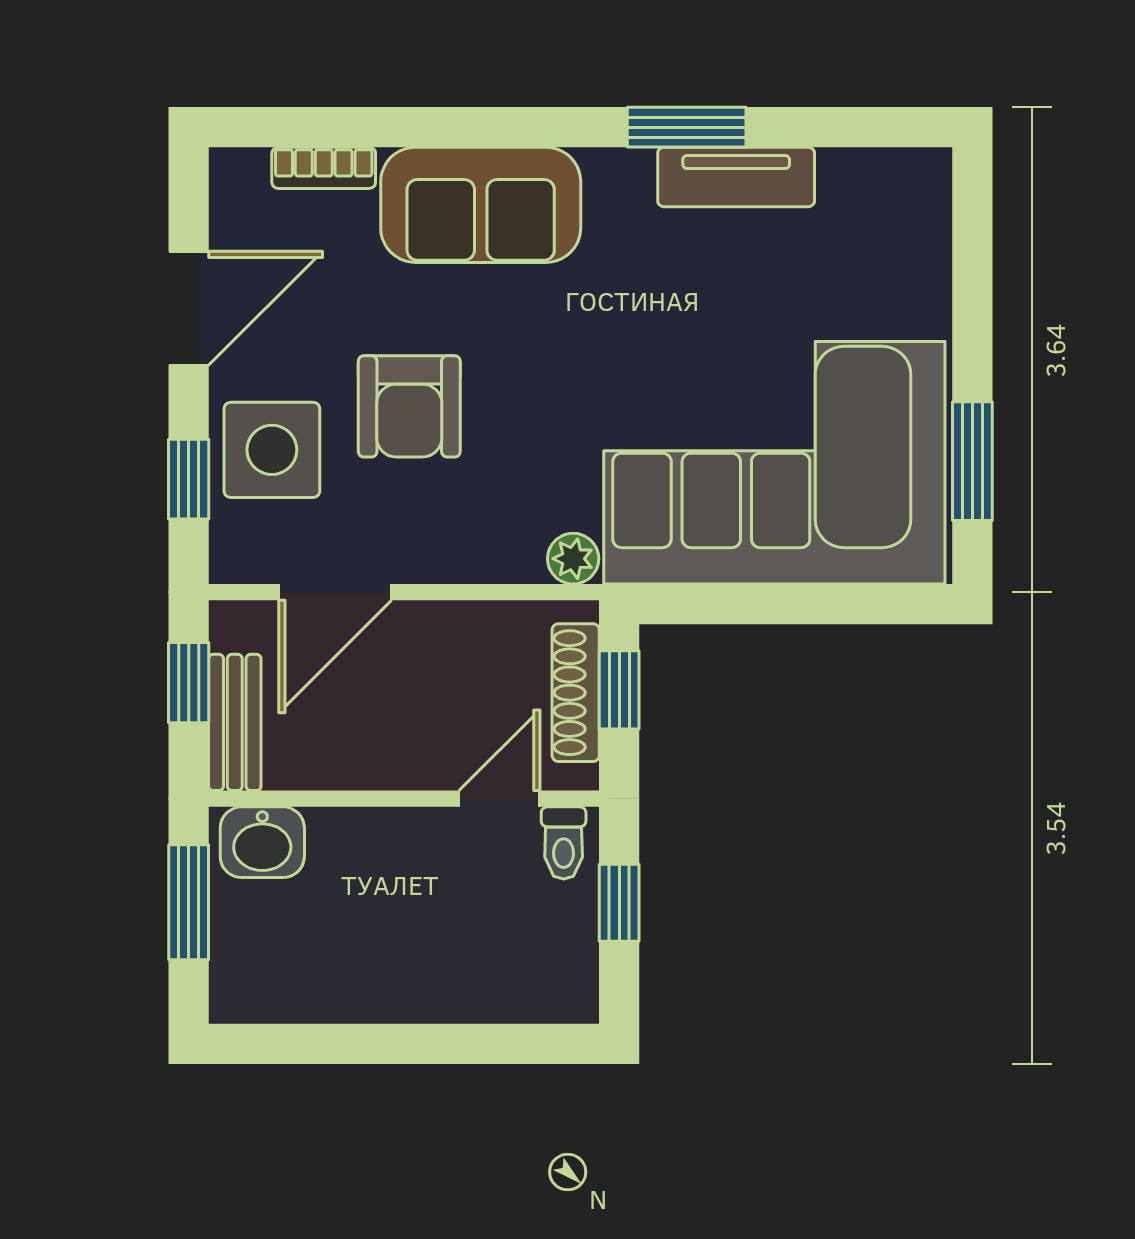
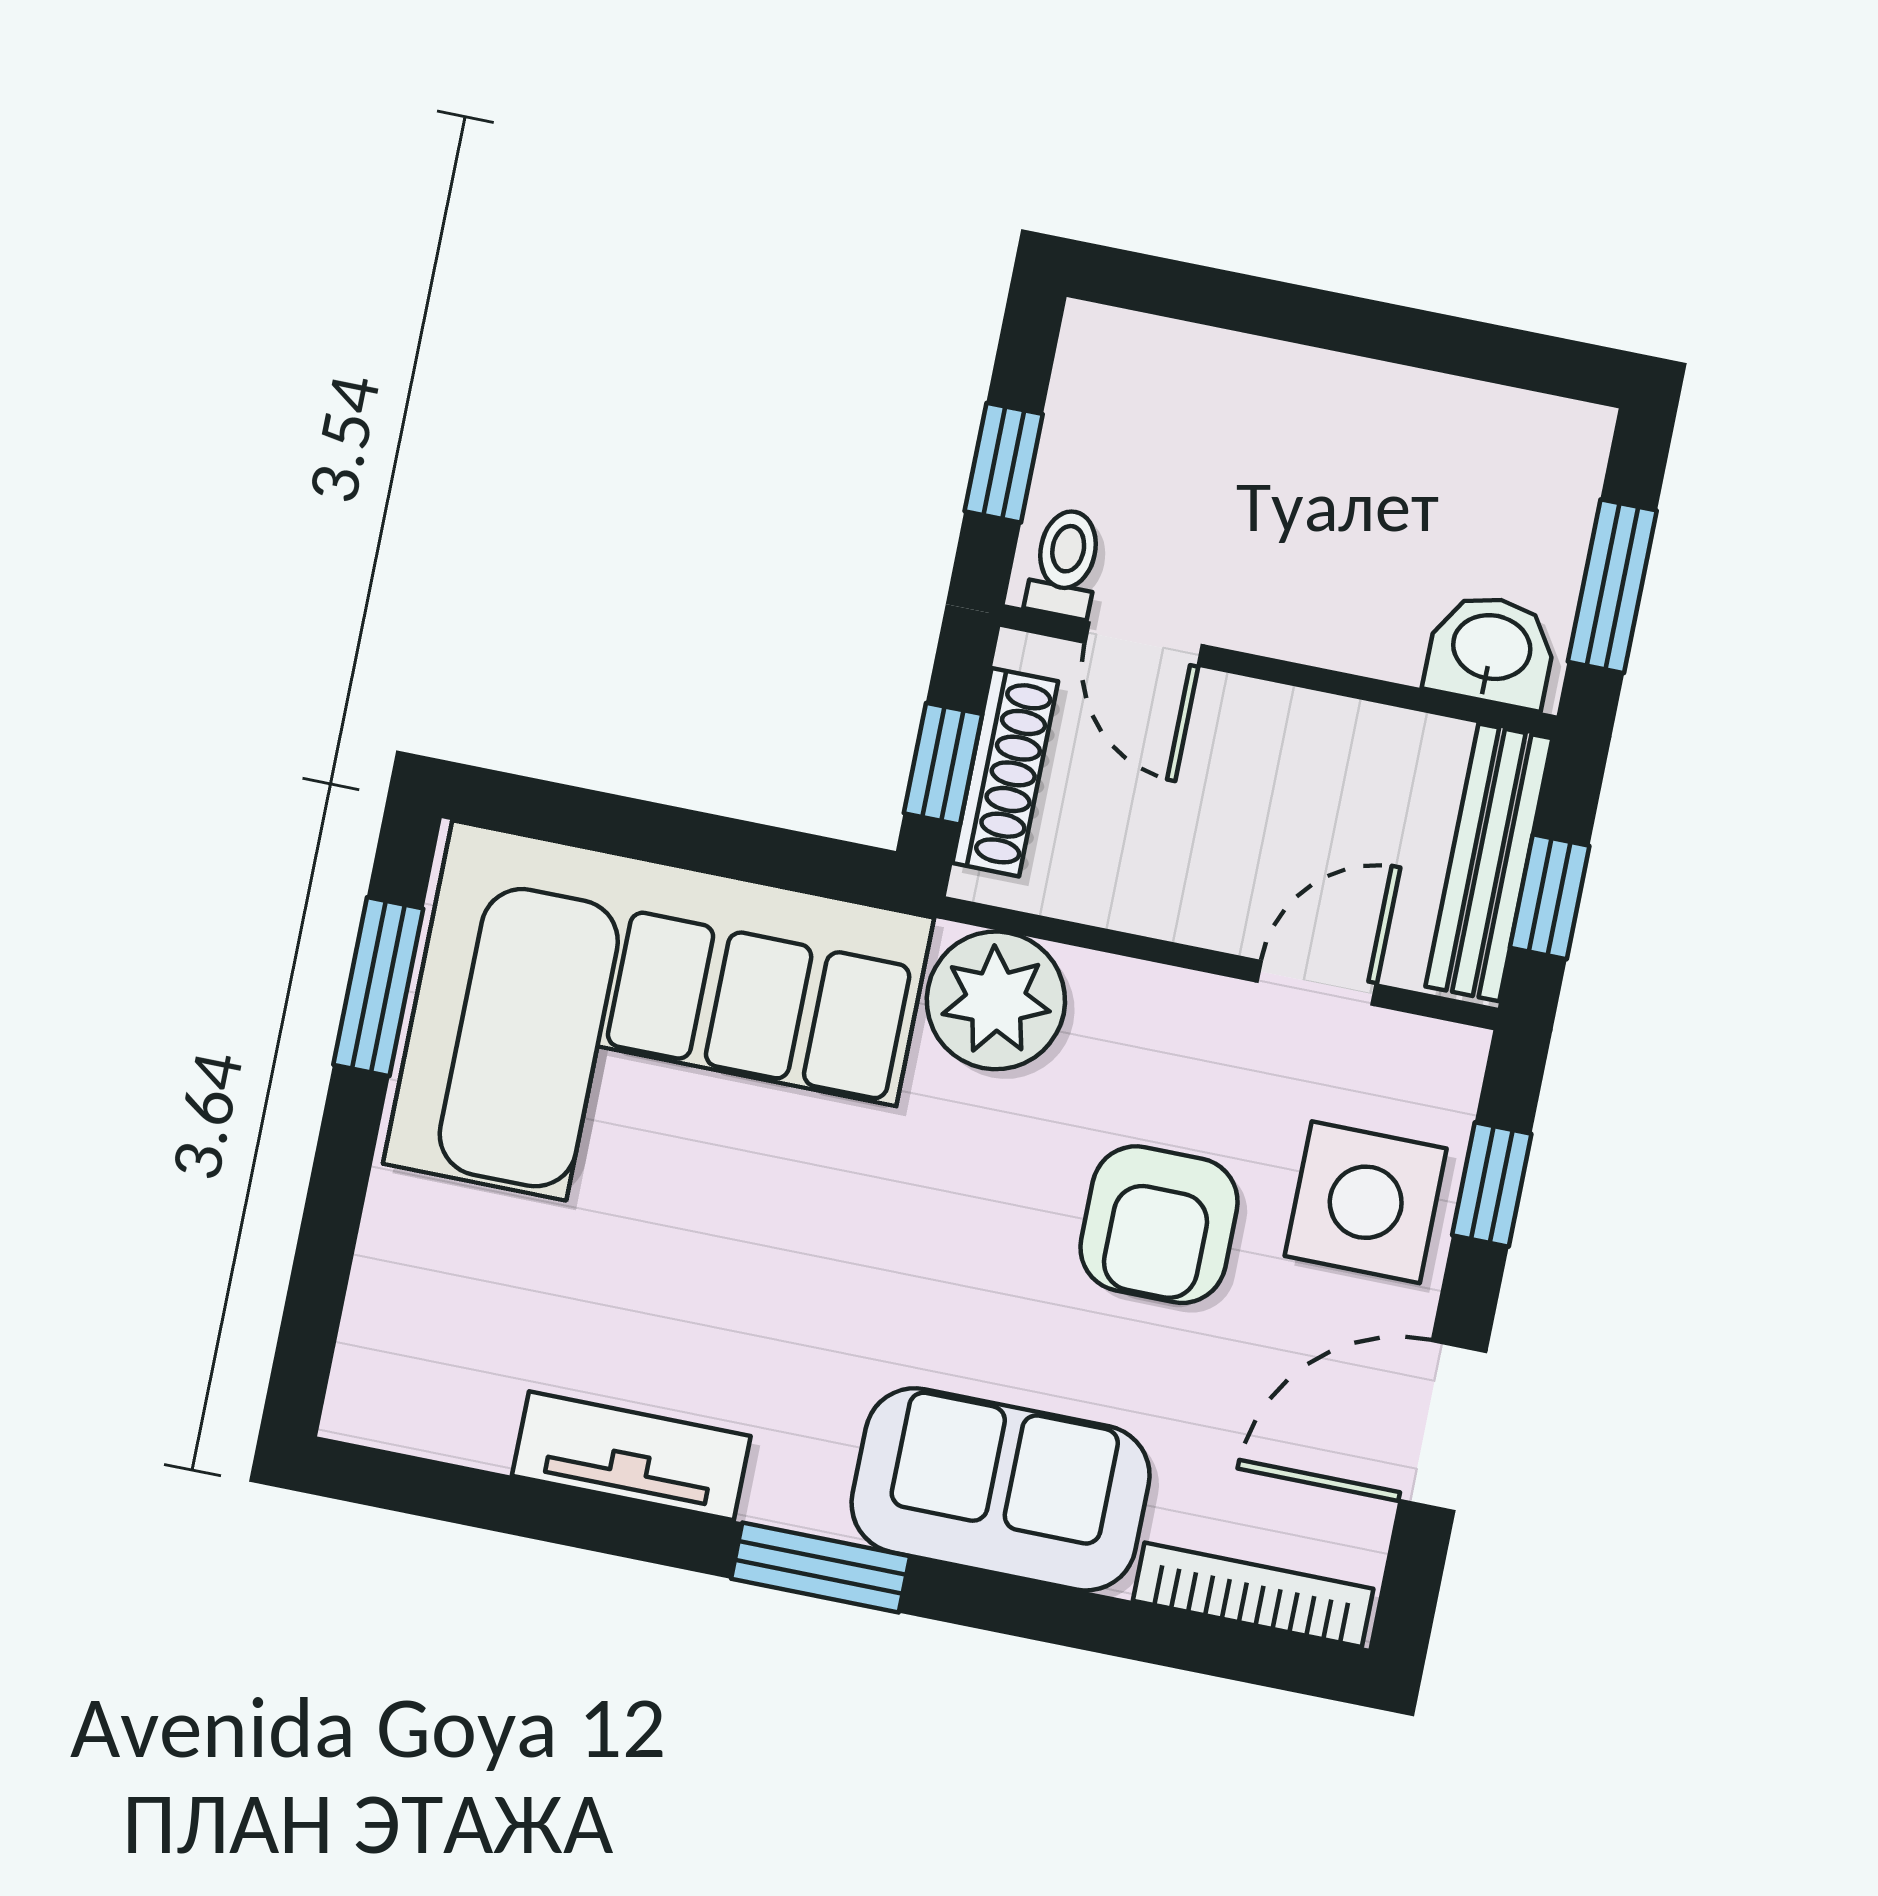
window: (687, 127) -> (821, 1567), moved
bookcase: (324, 168) -> (1253, 1595), width x1.56
armchair: (409, 406) -> (1159, 1225), turned 180
plant: (573, 559) -> (996, 1000), width x1.88, depth x1.88
door: (335, 592) -> (1317, 983), width x0.73
bench: (235, 722) -> (1489, 862), width x1.36
door: (499, 799) -> (1144, 644), hinge flipped

